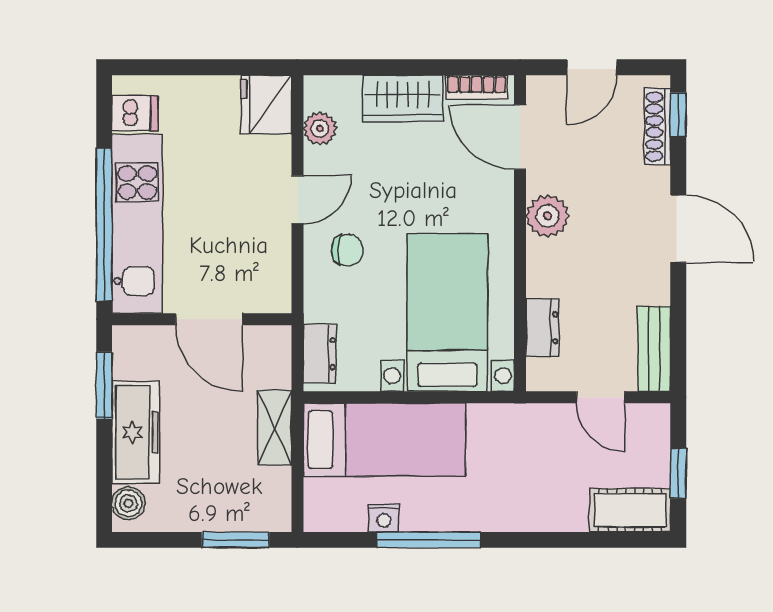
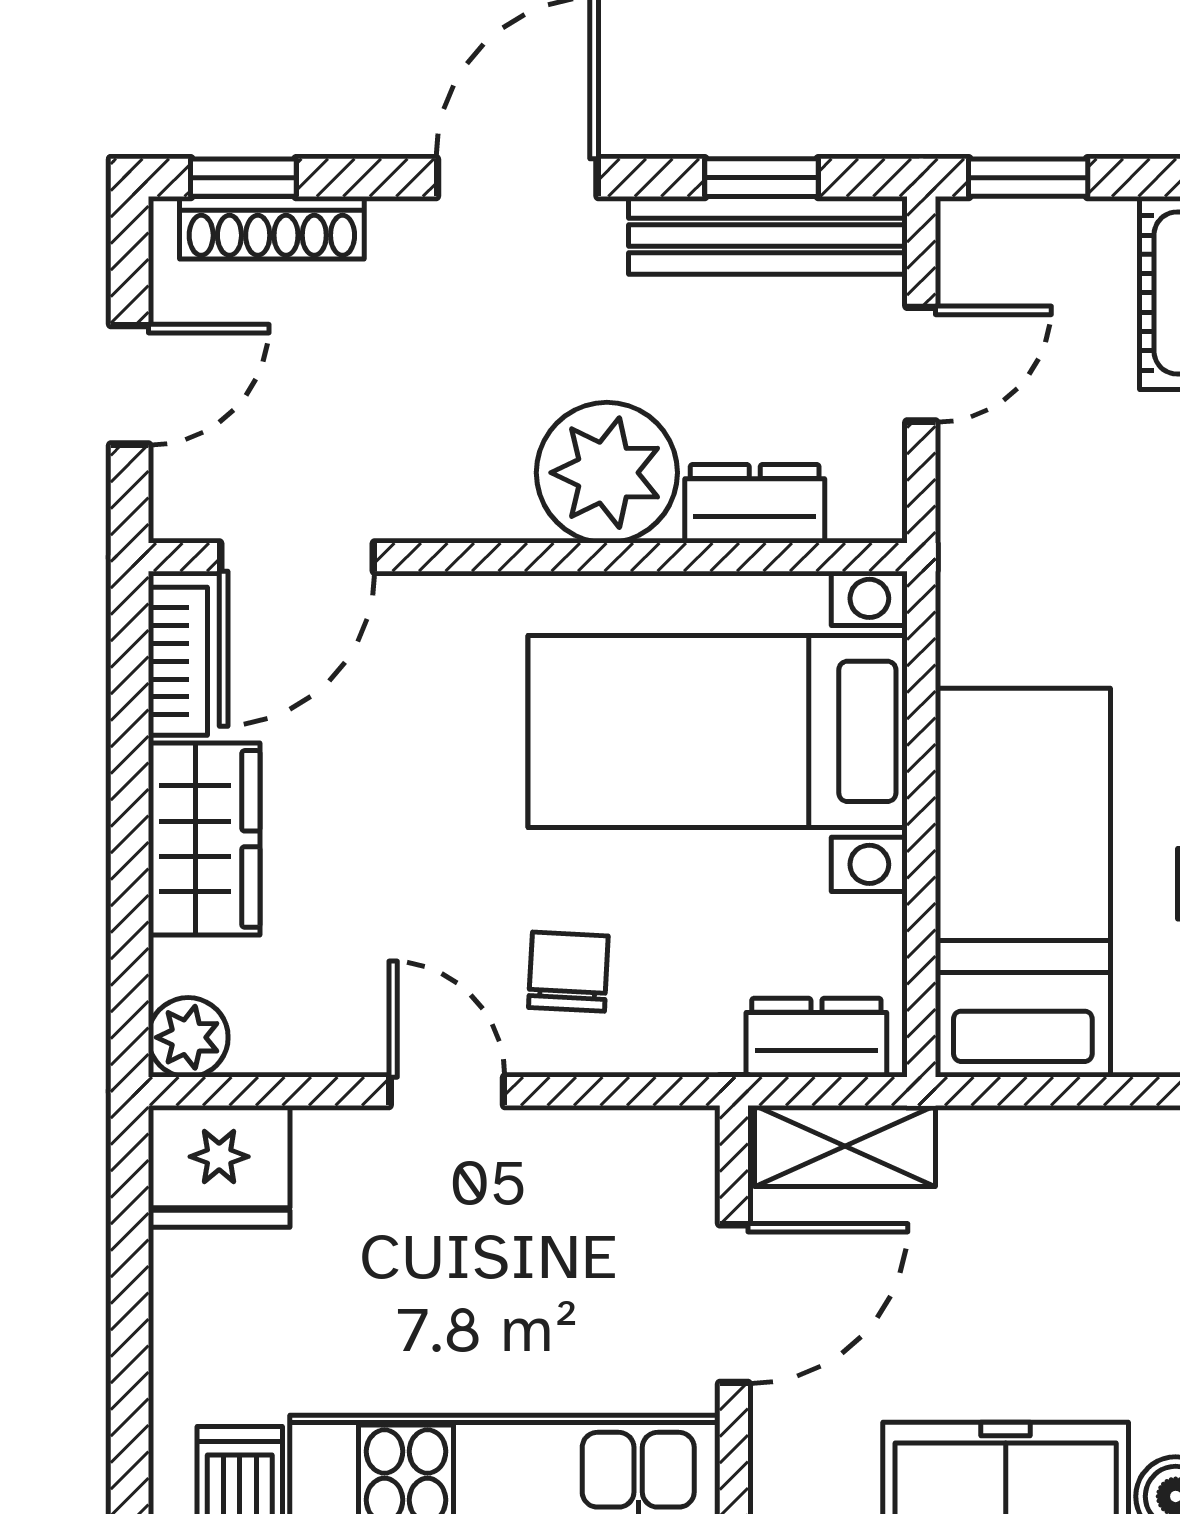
door: (592, 67) -> (130, 385), hinge flipped
plant: (320, 129) -> (188, 1037), moved
plant: (547, 216) -> (607, 473), moved, width x1.36, depth x1.36
window: (678, 331) -> (761, 178), added
bench: (654, 349) -> (768, 235), width x1.36
shelving: (275, 428) -> (845, 1146), moved
window: (678, 473) -> (1028, 178), moved

